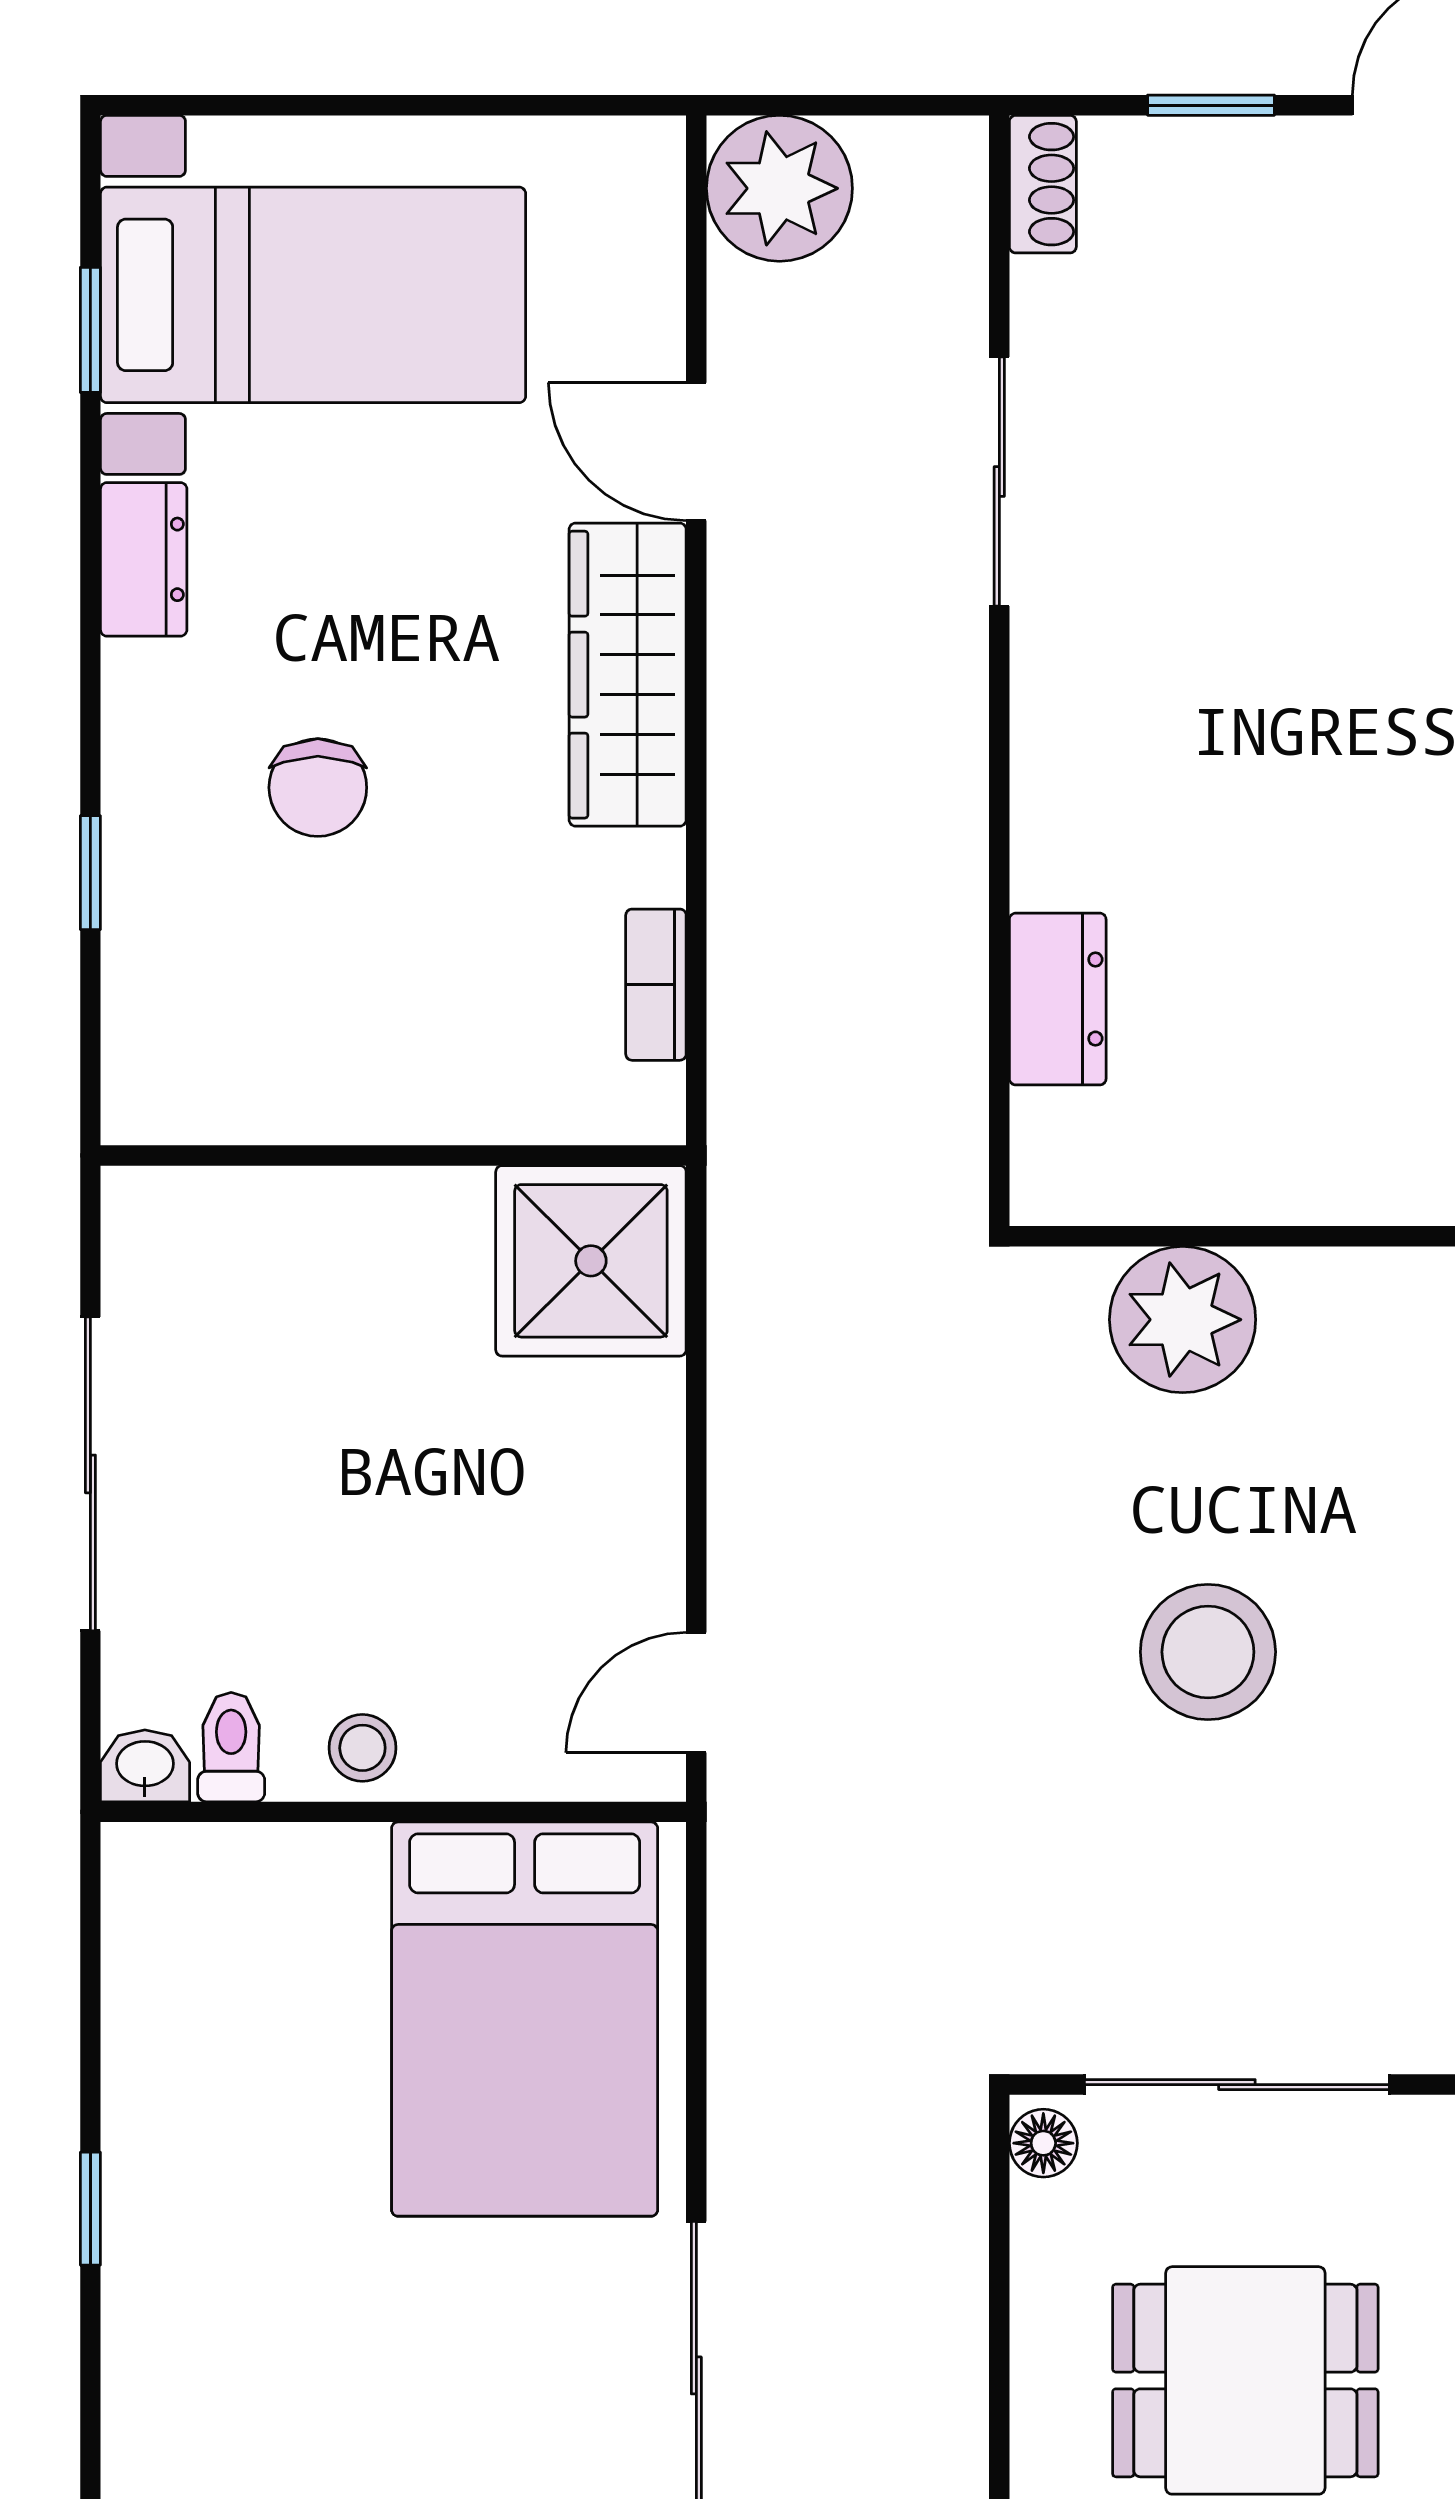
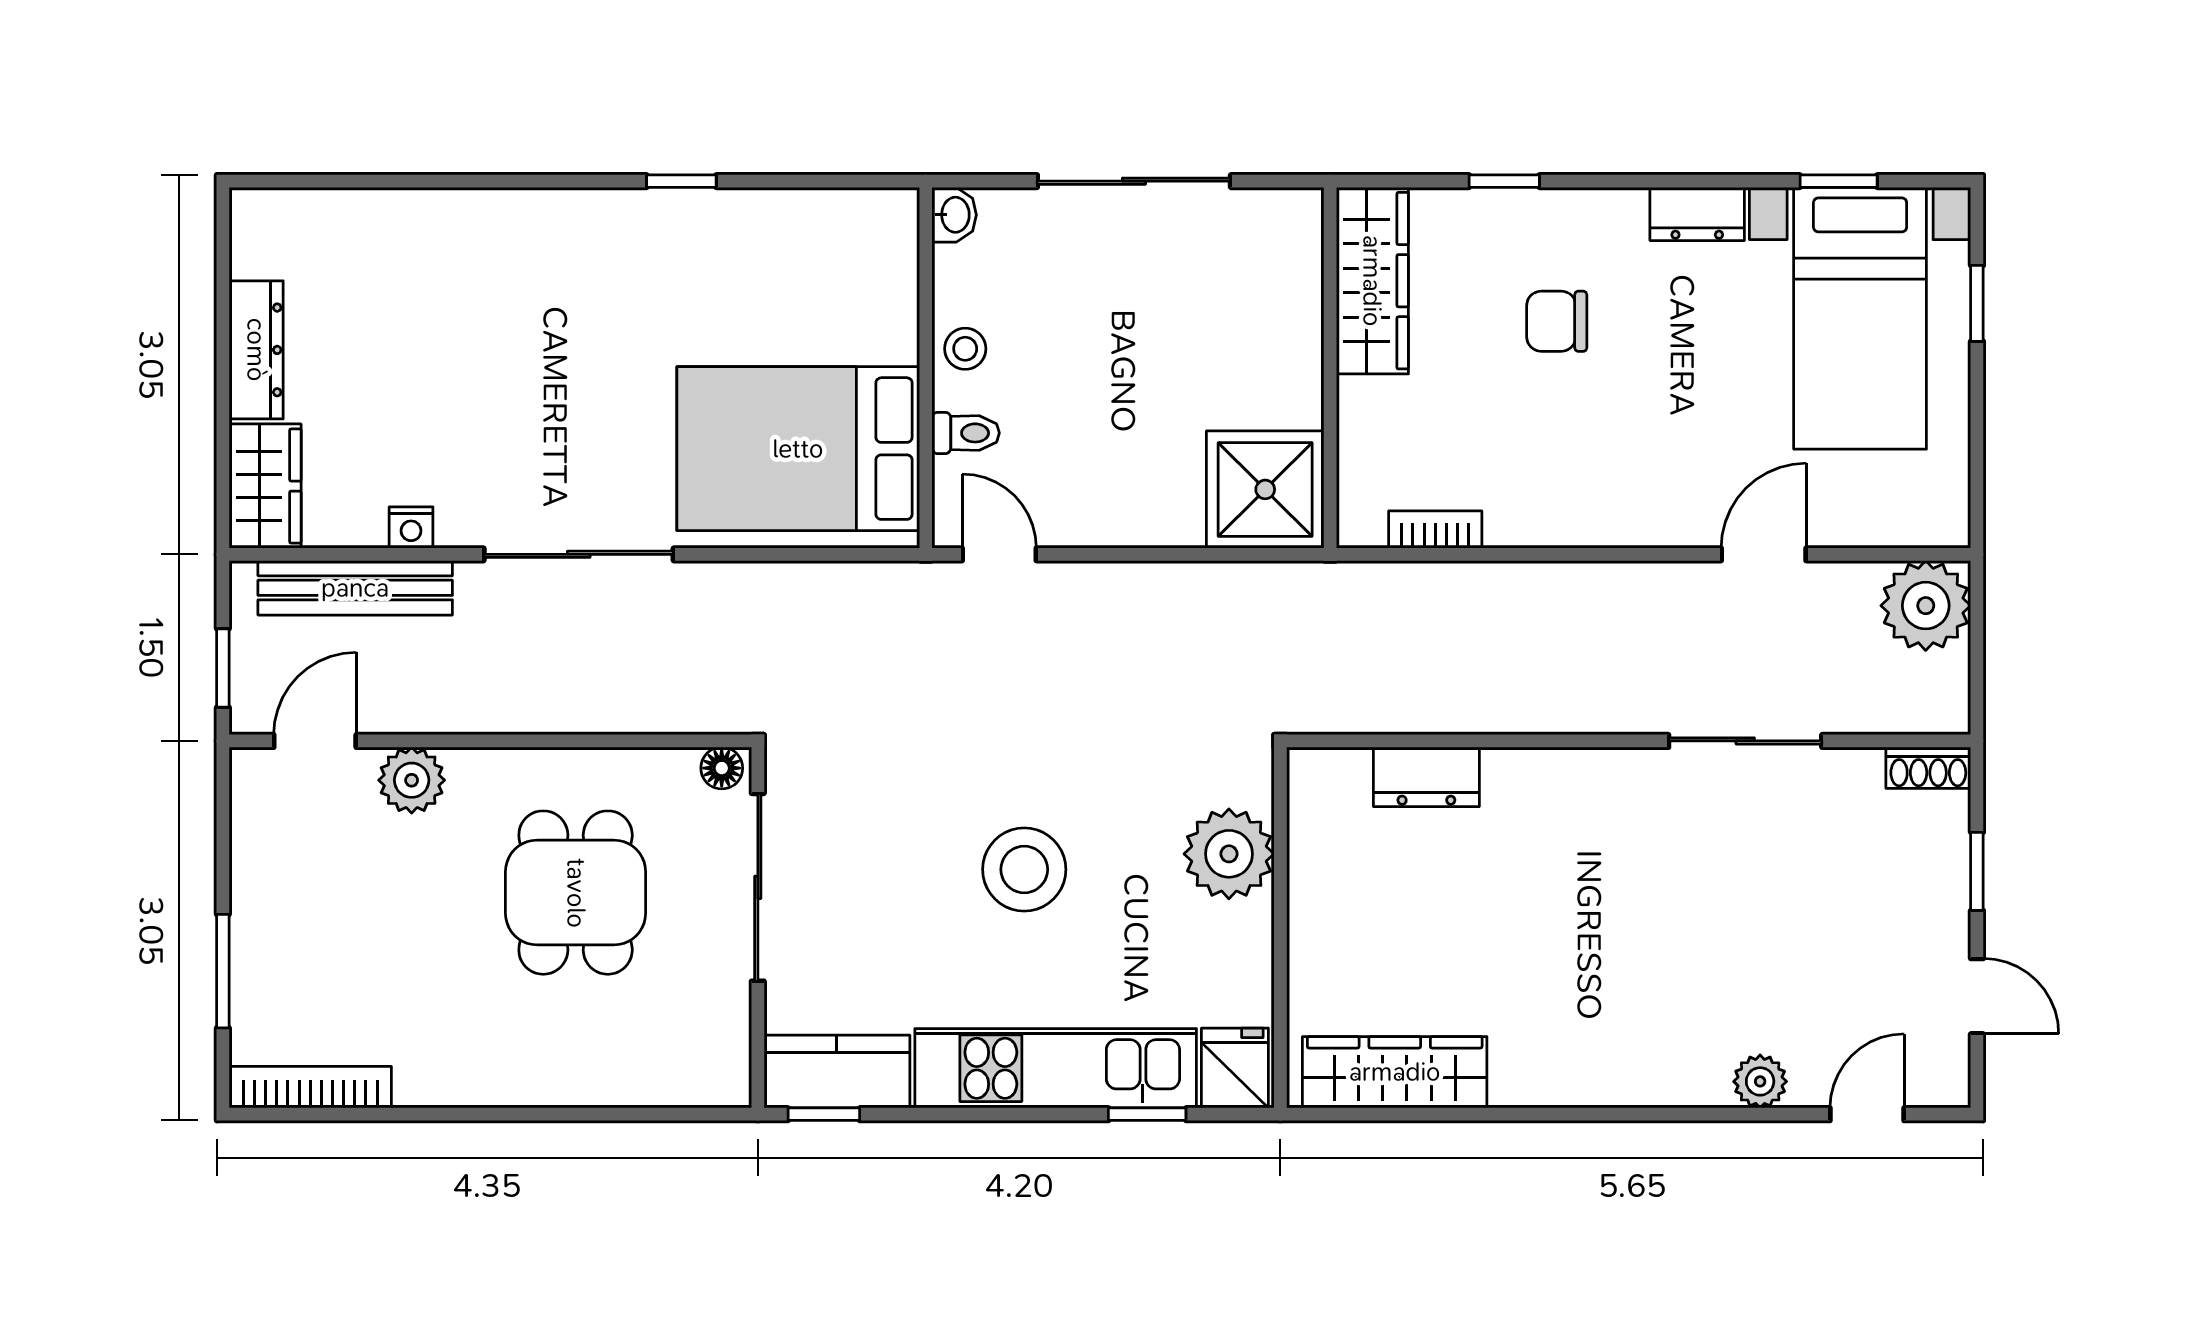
window: (289, 105) -> (1977, 303), added
wardrobe: (628, 675) -> (1372, 281), moved, turned 90
toilet: (231, 1747) -> (966, 433), moved

